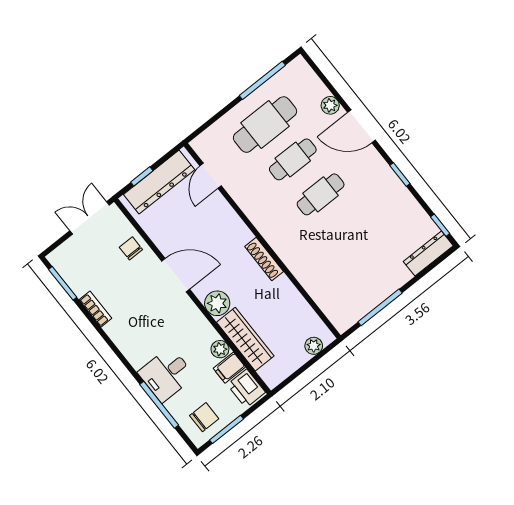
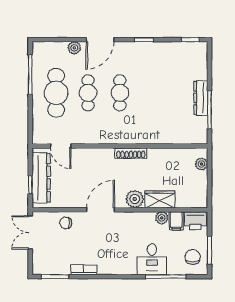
dresser: (428, 254) -> (201, 98), moved
wardrobe: (245, 339) -> (160, 199), width x0.67

